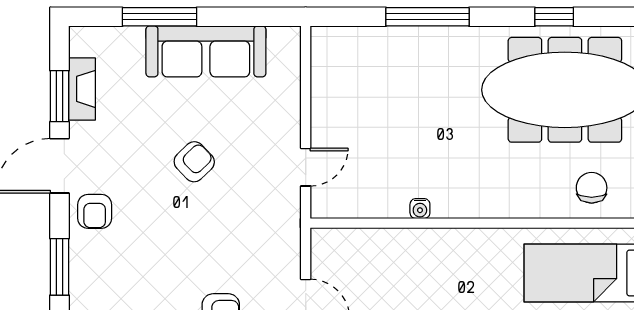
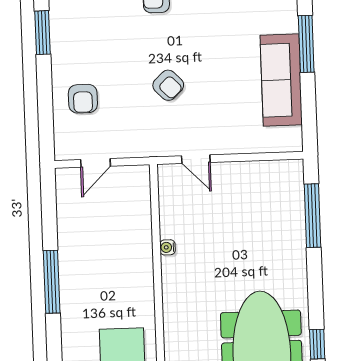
window: (427, 17) -> (312, 216), moved
armchair: (194, 162) -> (168, 85), moved

